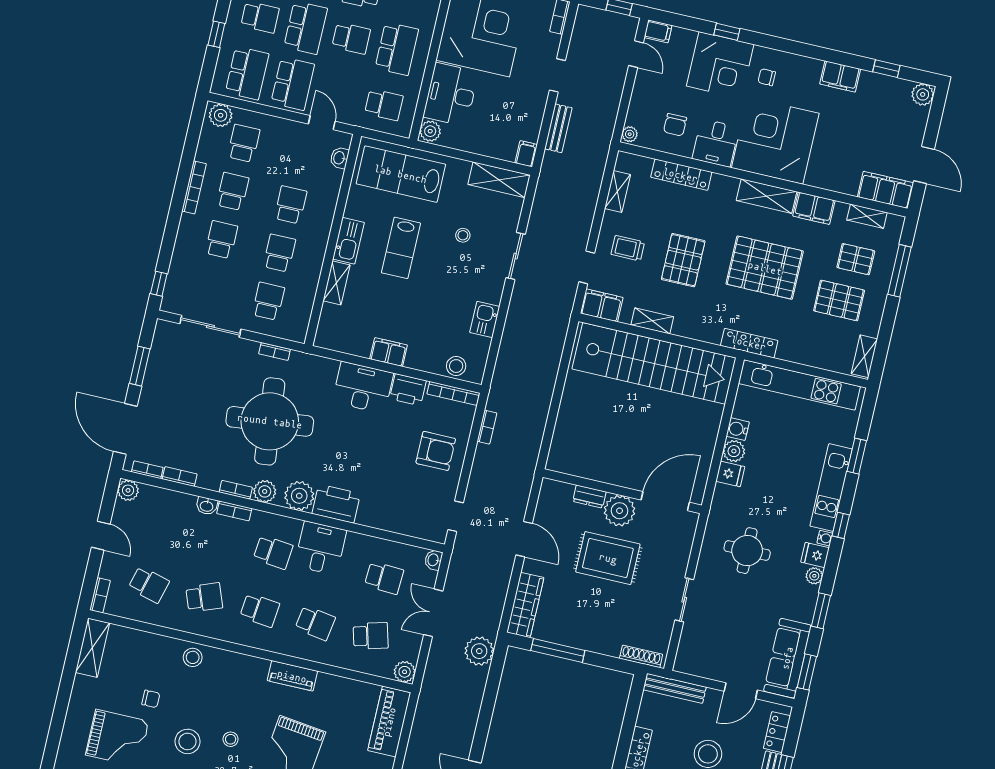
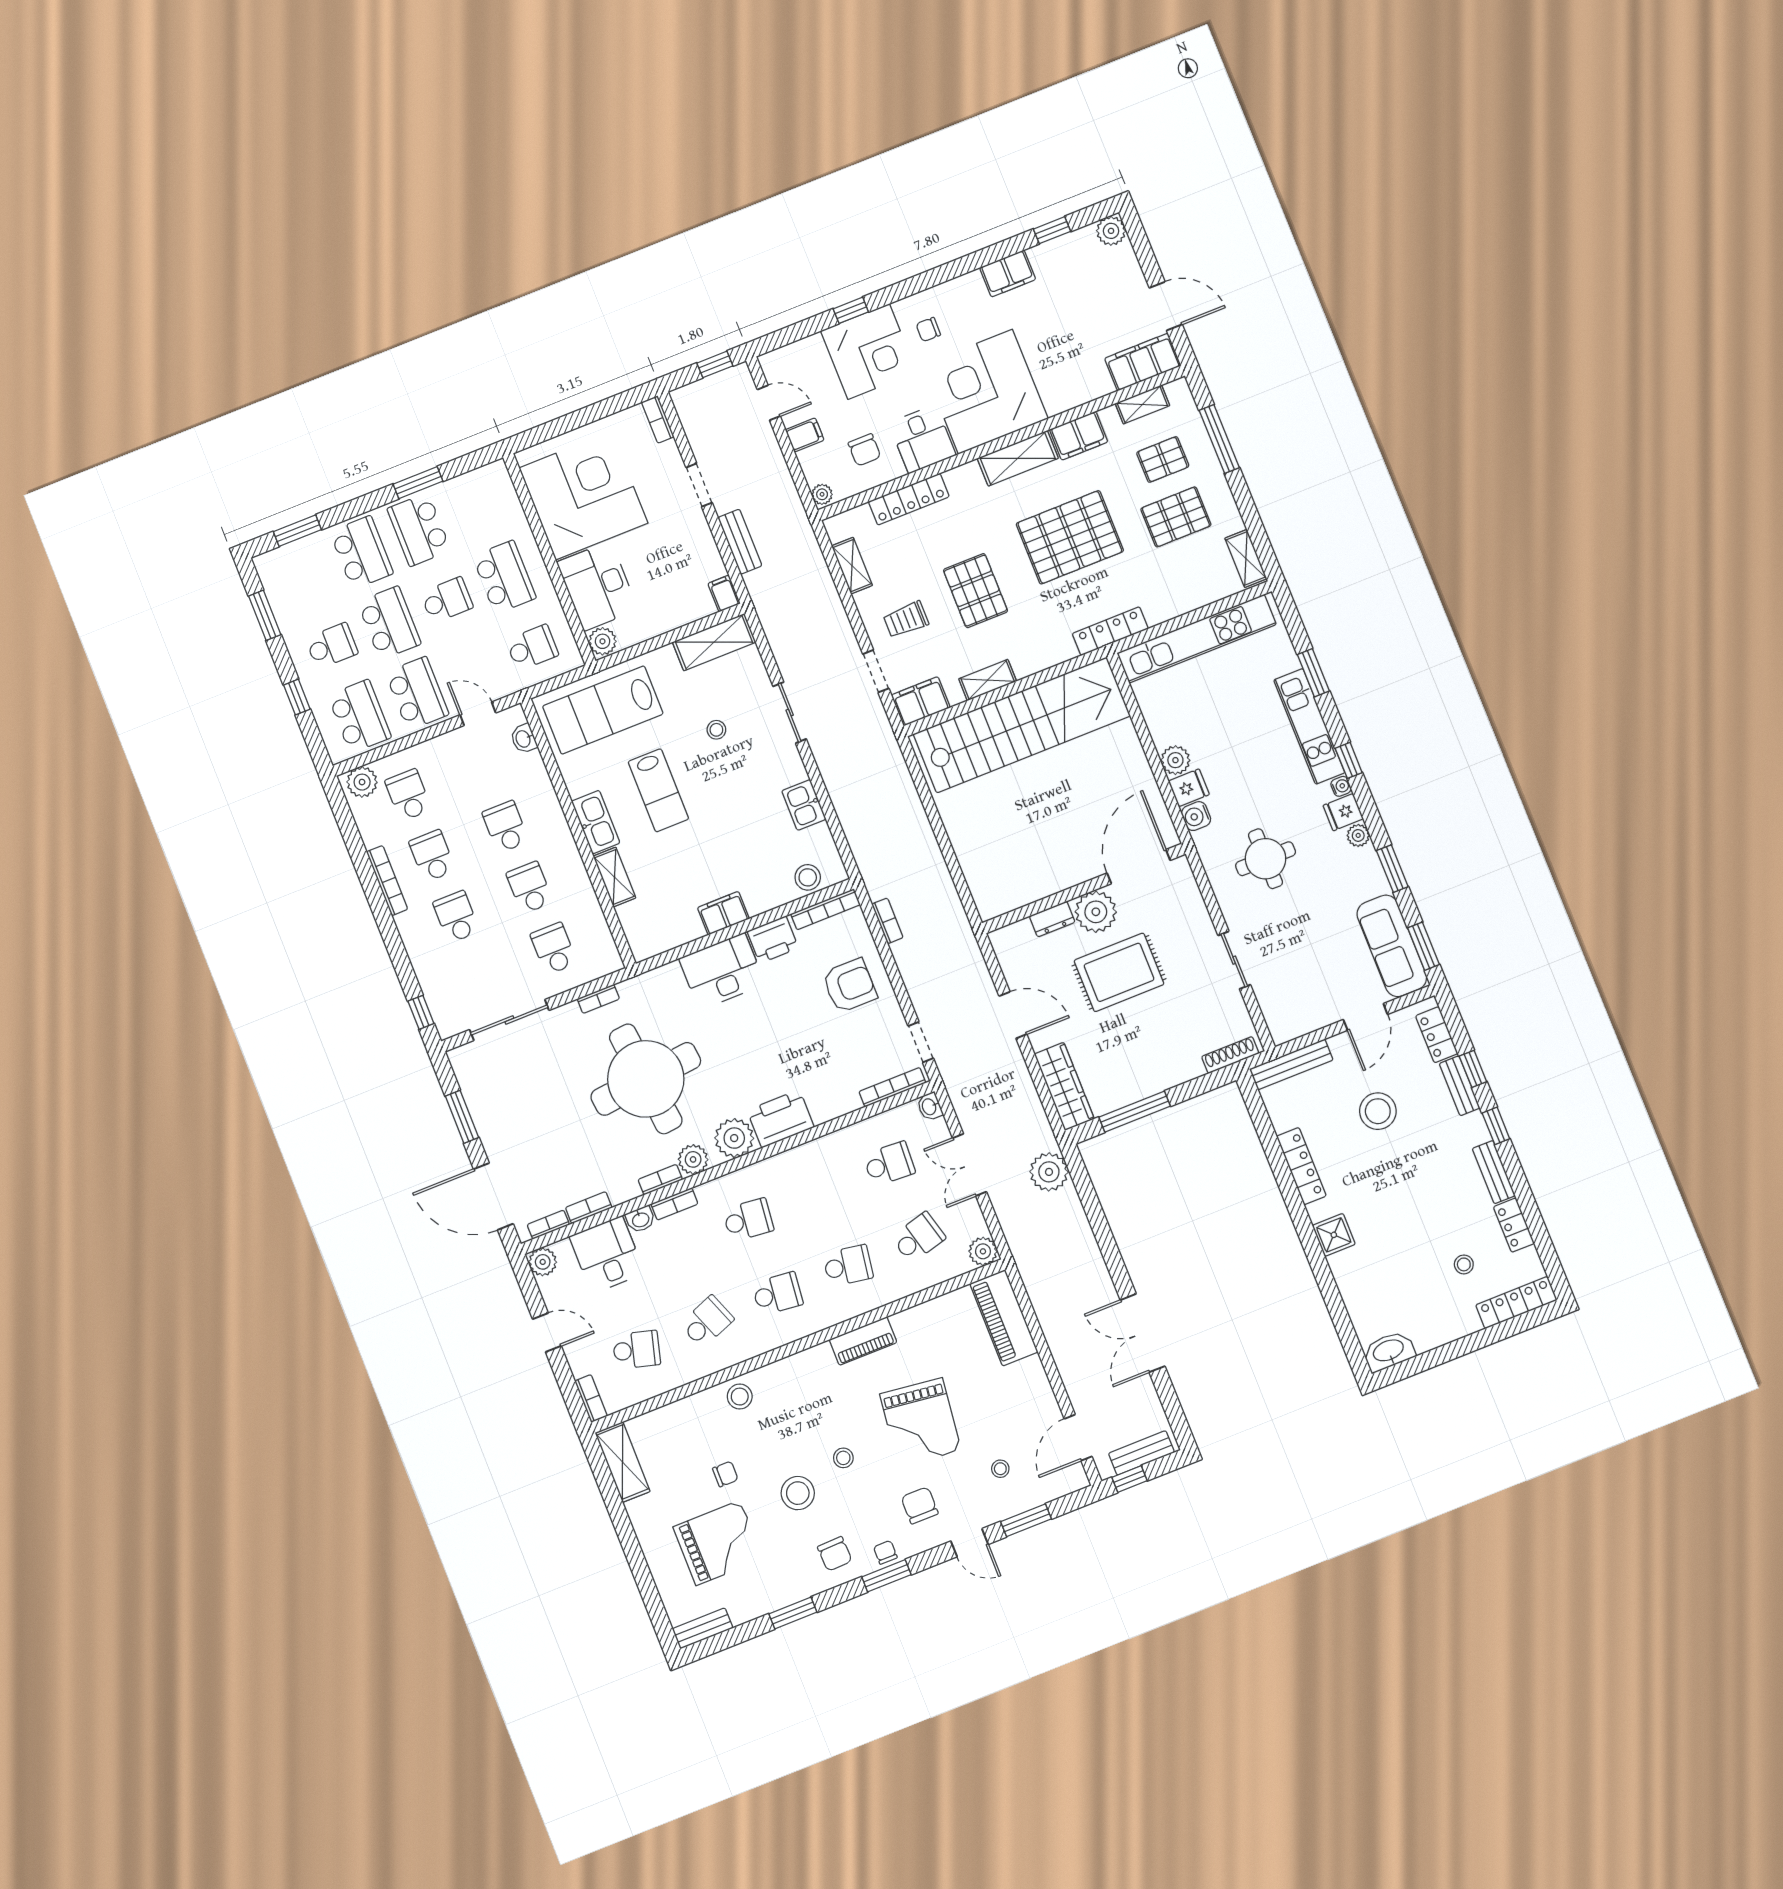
filing cabinet: (658, 31) -> (805, 435), moved
water cooler: (738, 429) -> (1196, 816), moved
bookcase: (419, 532) -> (892, 1087), added
desk: (320, 548) -> (607, 1255), moved

